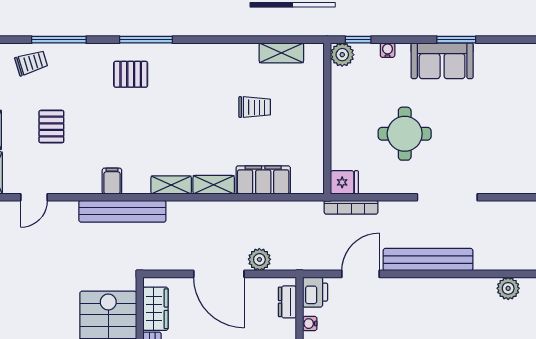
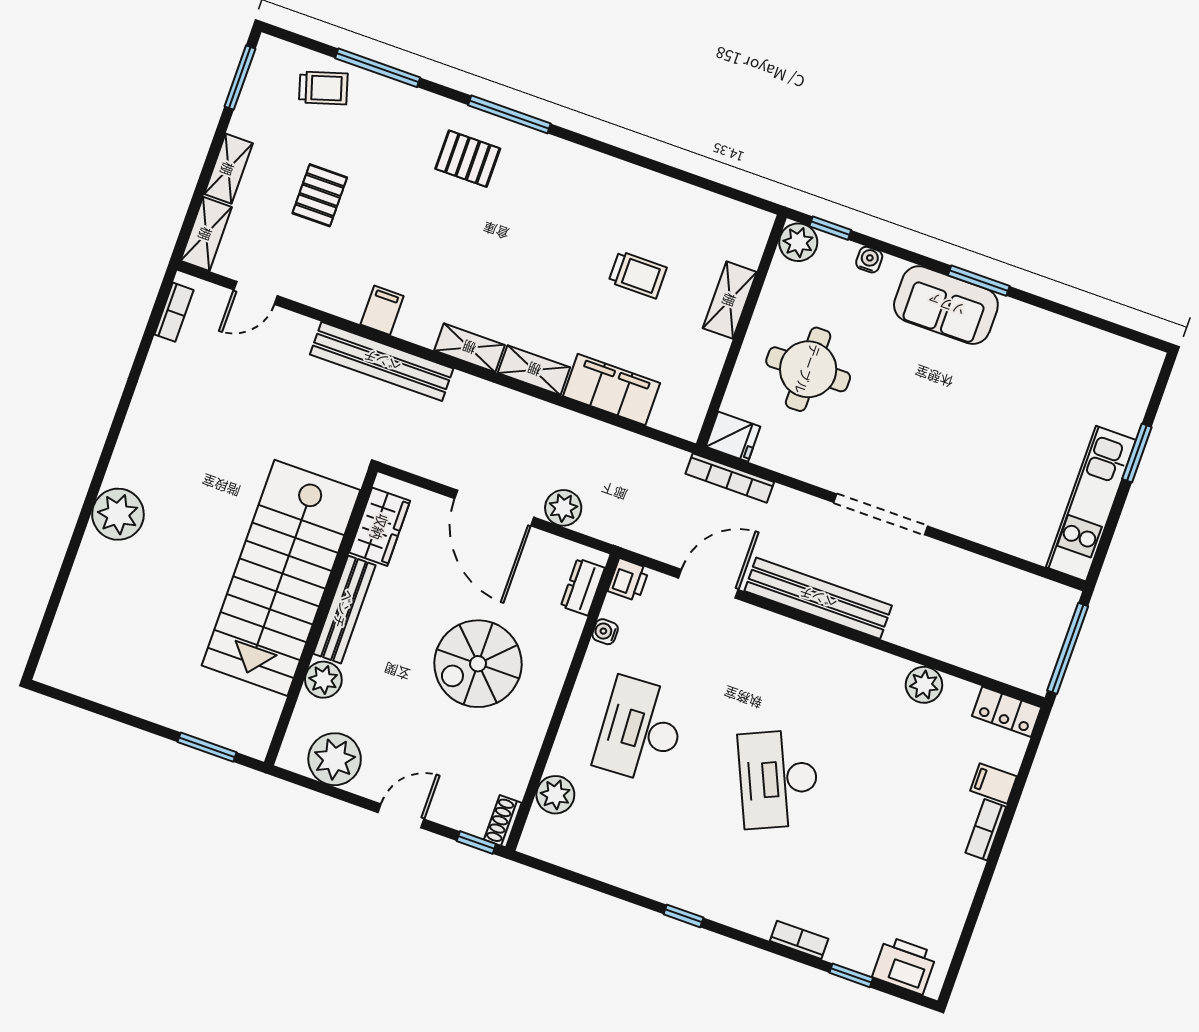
shelving: (281, 53) -> (730, 300), moved, turned 90
round table: (405, 134) -> (808, 369), moved
printer: (315, 292) -> (629, 580), width x0.73, depth x0.81

